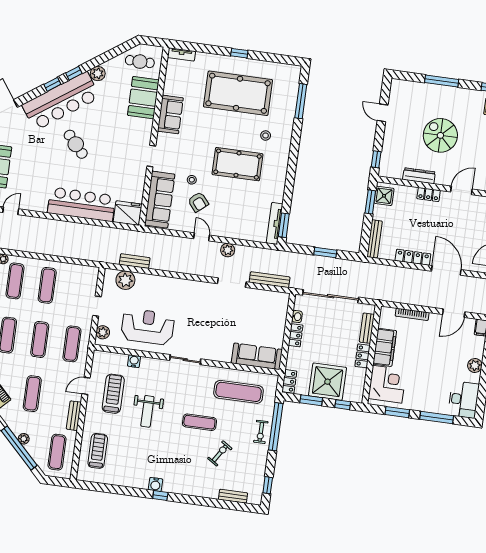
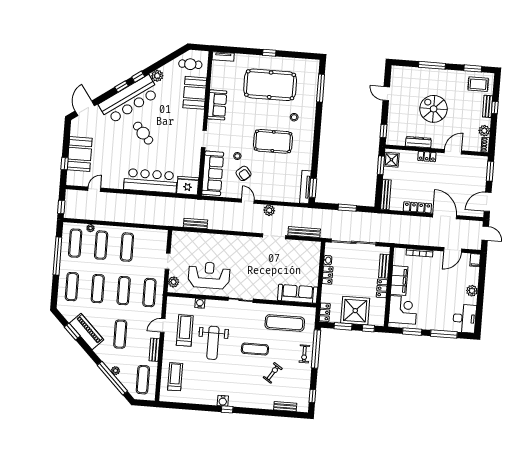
plant: (125, 280) -> (189, 239), removed
weight bench: (147, 411) -> (213, 343), width x1.36, depth x1.33

